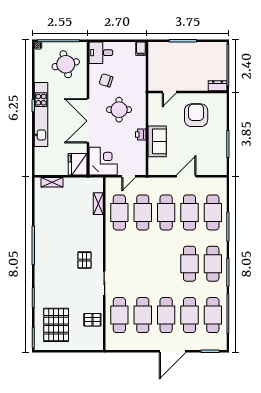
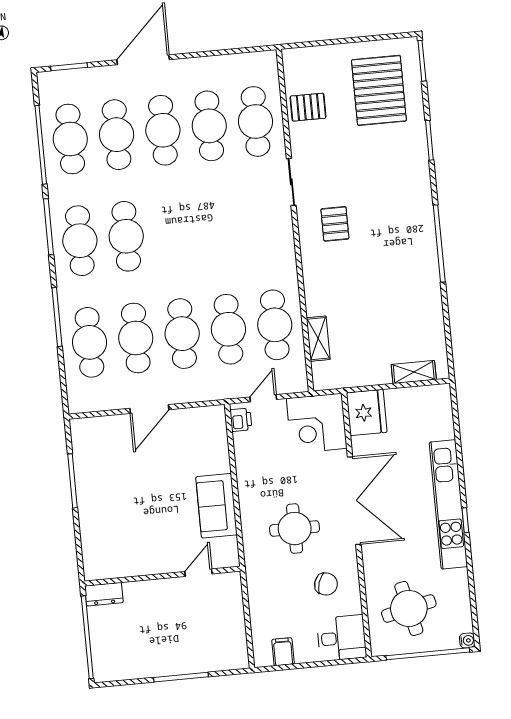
filing cabinet: (141, 49) -> (283, 652), moved
armchair: (196, 115) -> (141, 532), removed
printer: (141, 134) -> (241, 420), moved
sofa: (157, 141) -> (216, 506), moved

